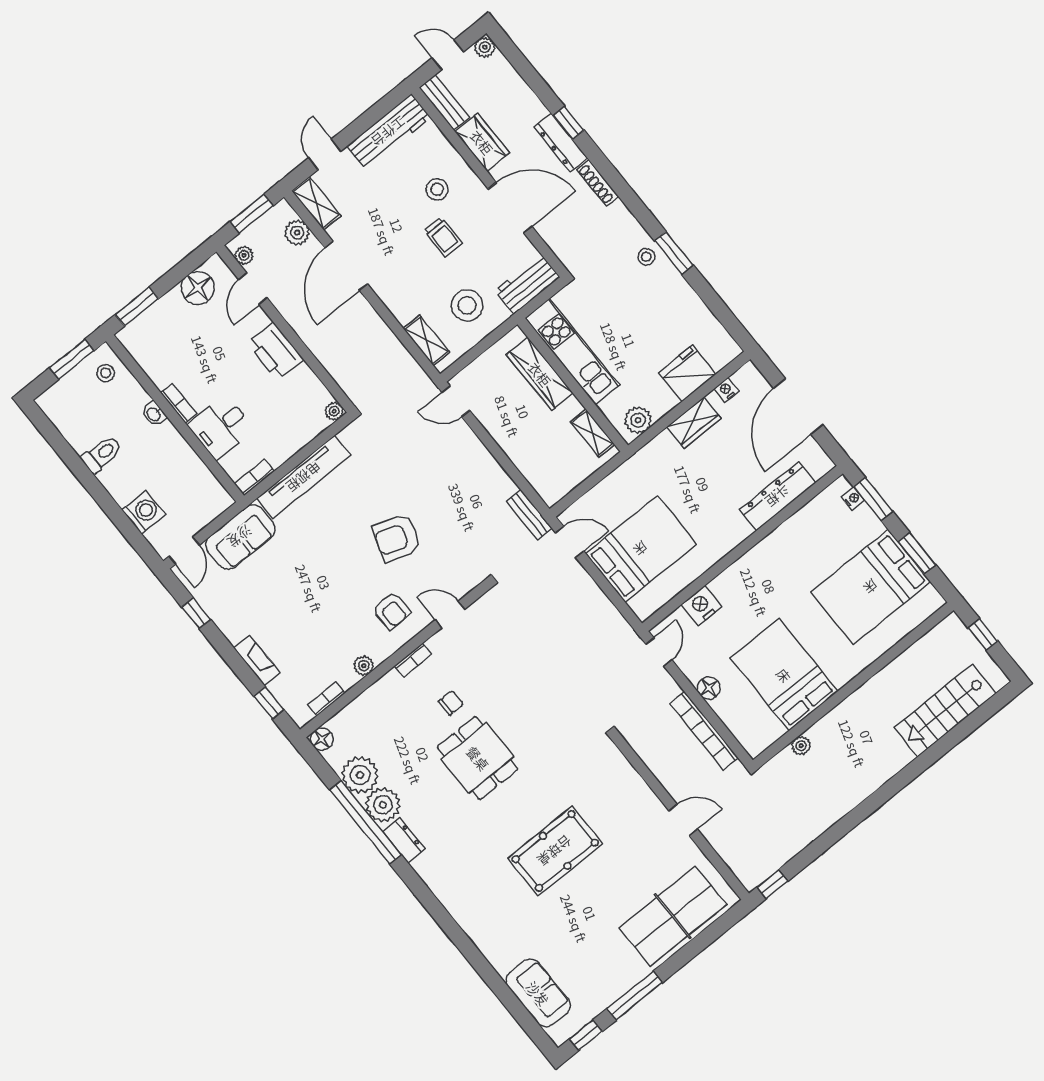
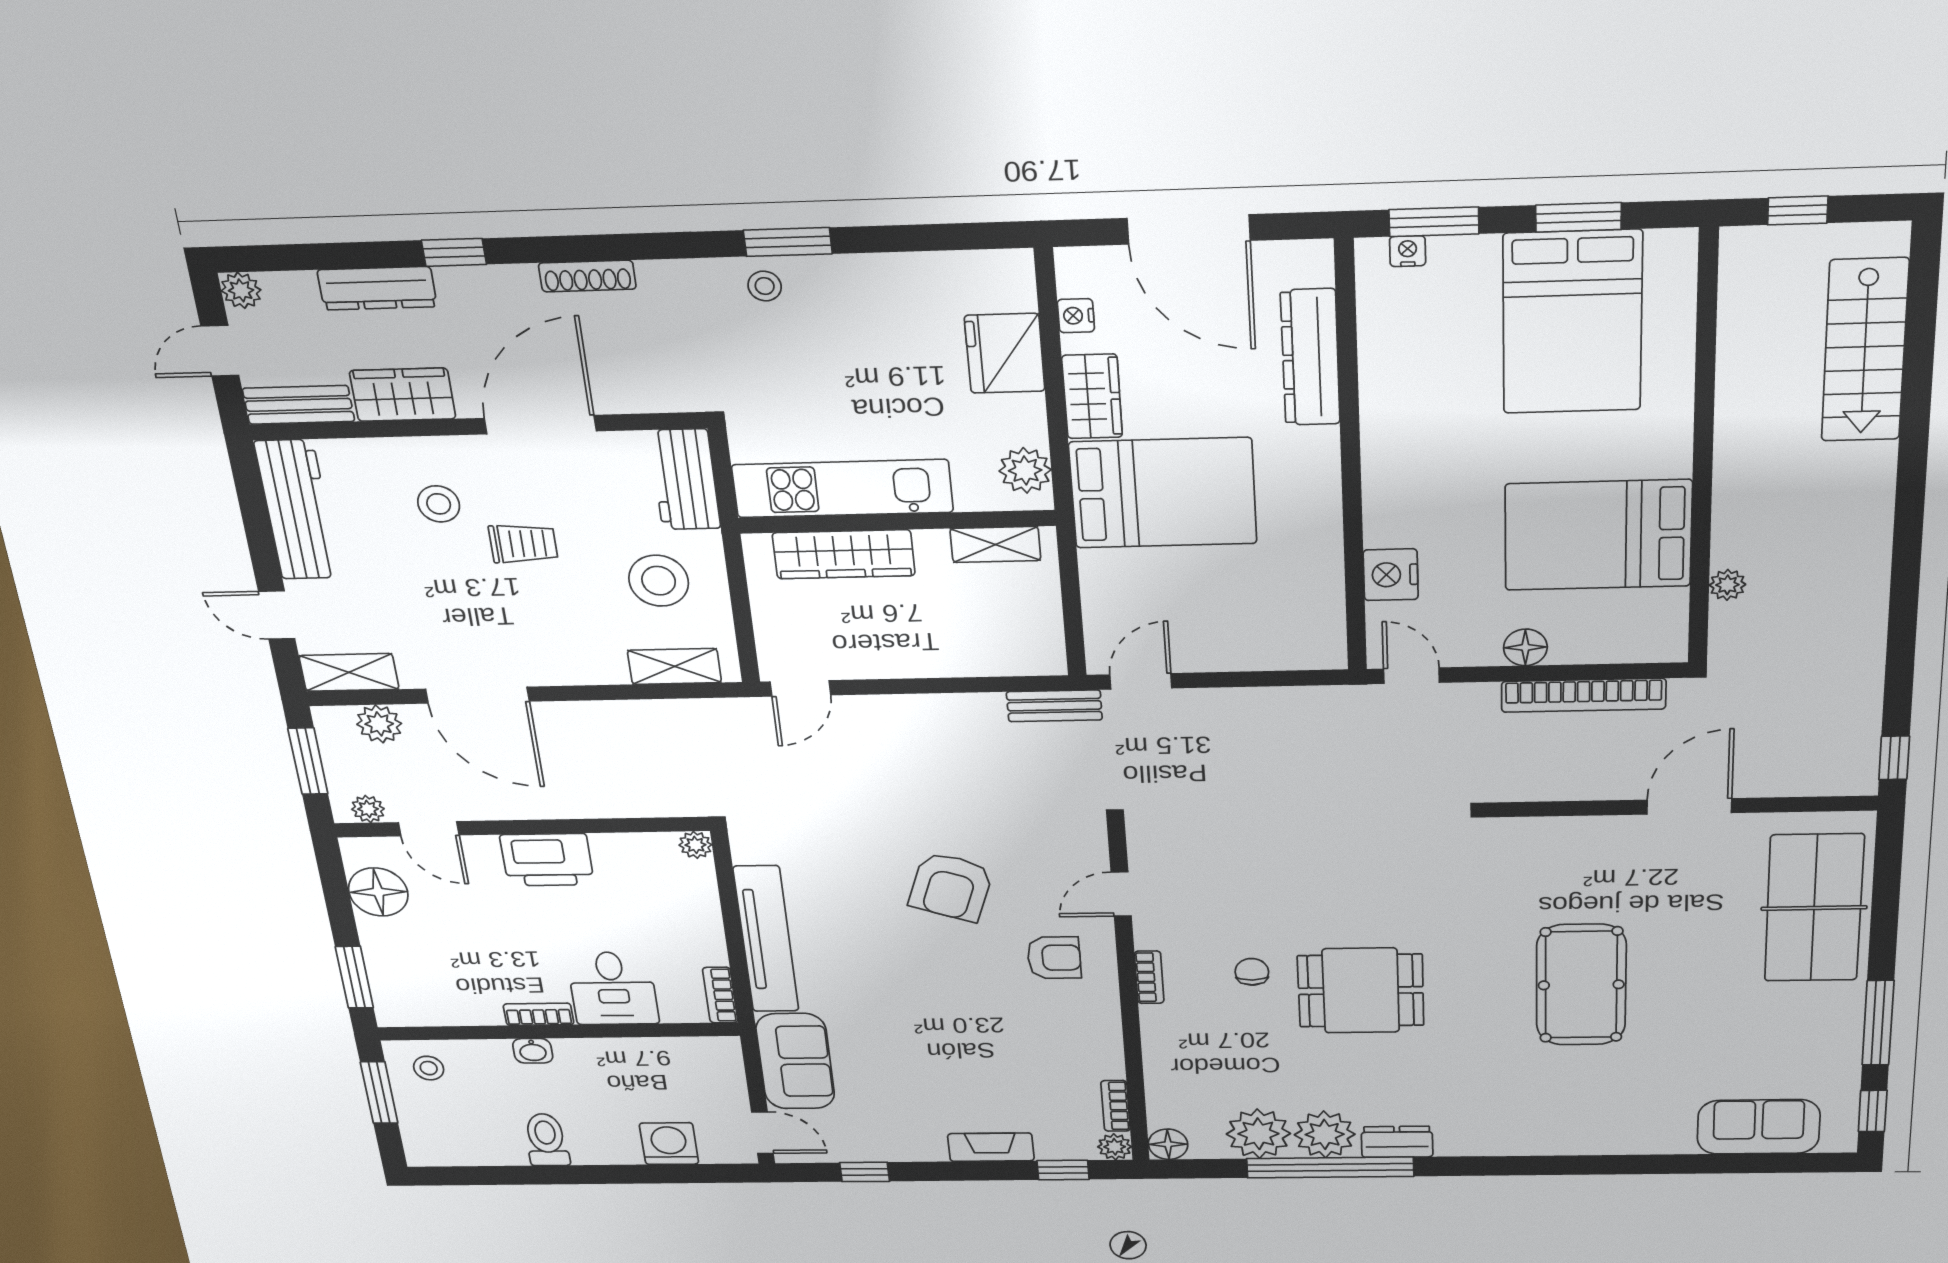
dresser: (561, 143) -> (377, 288), moved
bed: (641, 549) -> (1163, 493), moved, turned 90
plant: (364, 666) -> (1115, 1147), moved
door: (683, 820) -> (1689, 806), width x1.38

